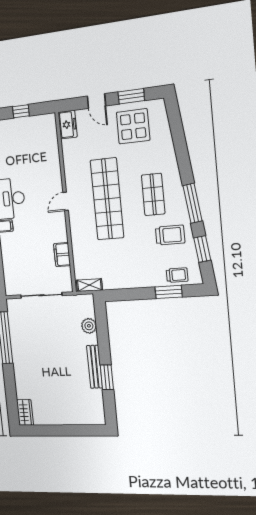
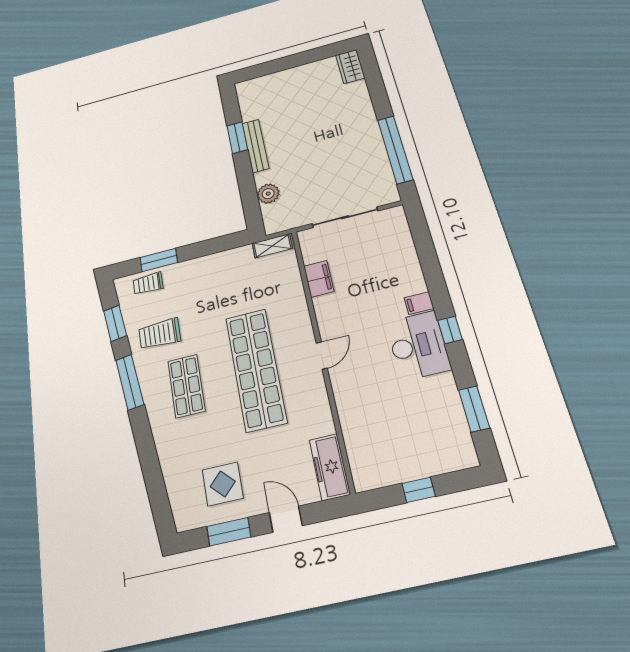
freezer: (68, 125) -> (330, 467), width x1.40
display table: (133, 126) -> (223, 484), width x0.73, depth x0.73

